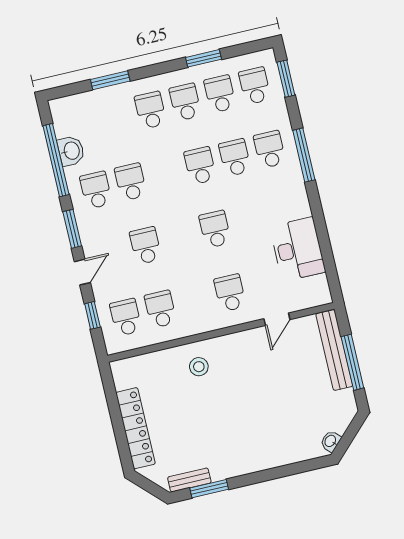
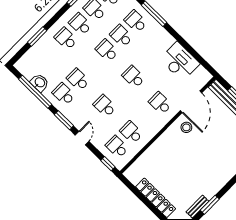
window: (92, 315) -> (108, 164), moved
door: (277, 319) -> (191, 102), width x1.87
stool: (199, 367) -> (186, 127), moved

